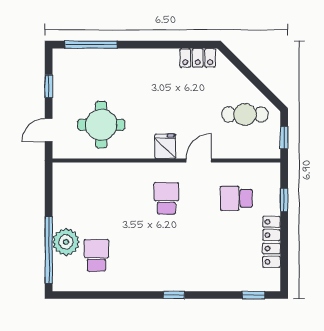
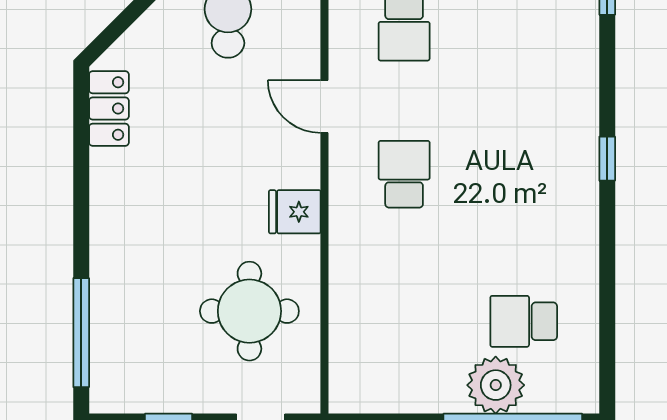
fridge: (165, 146) -> (295, 212), moved
school desk: (166, 198) -> (404, 174), turned 90

